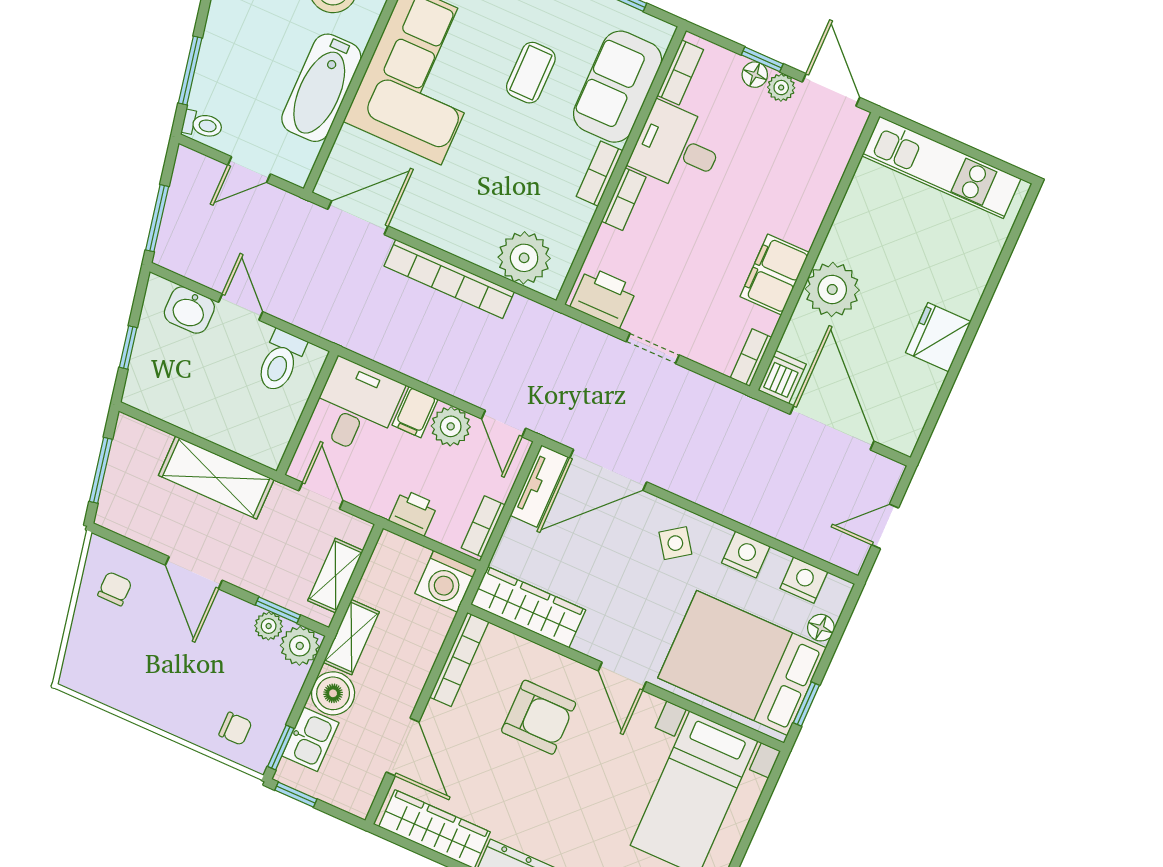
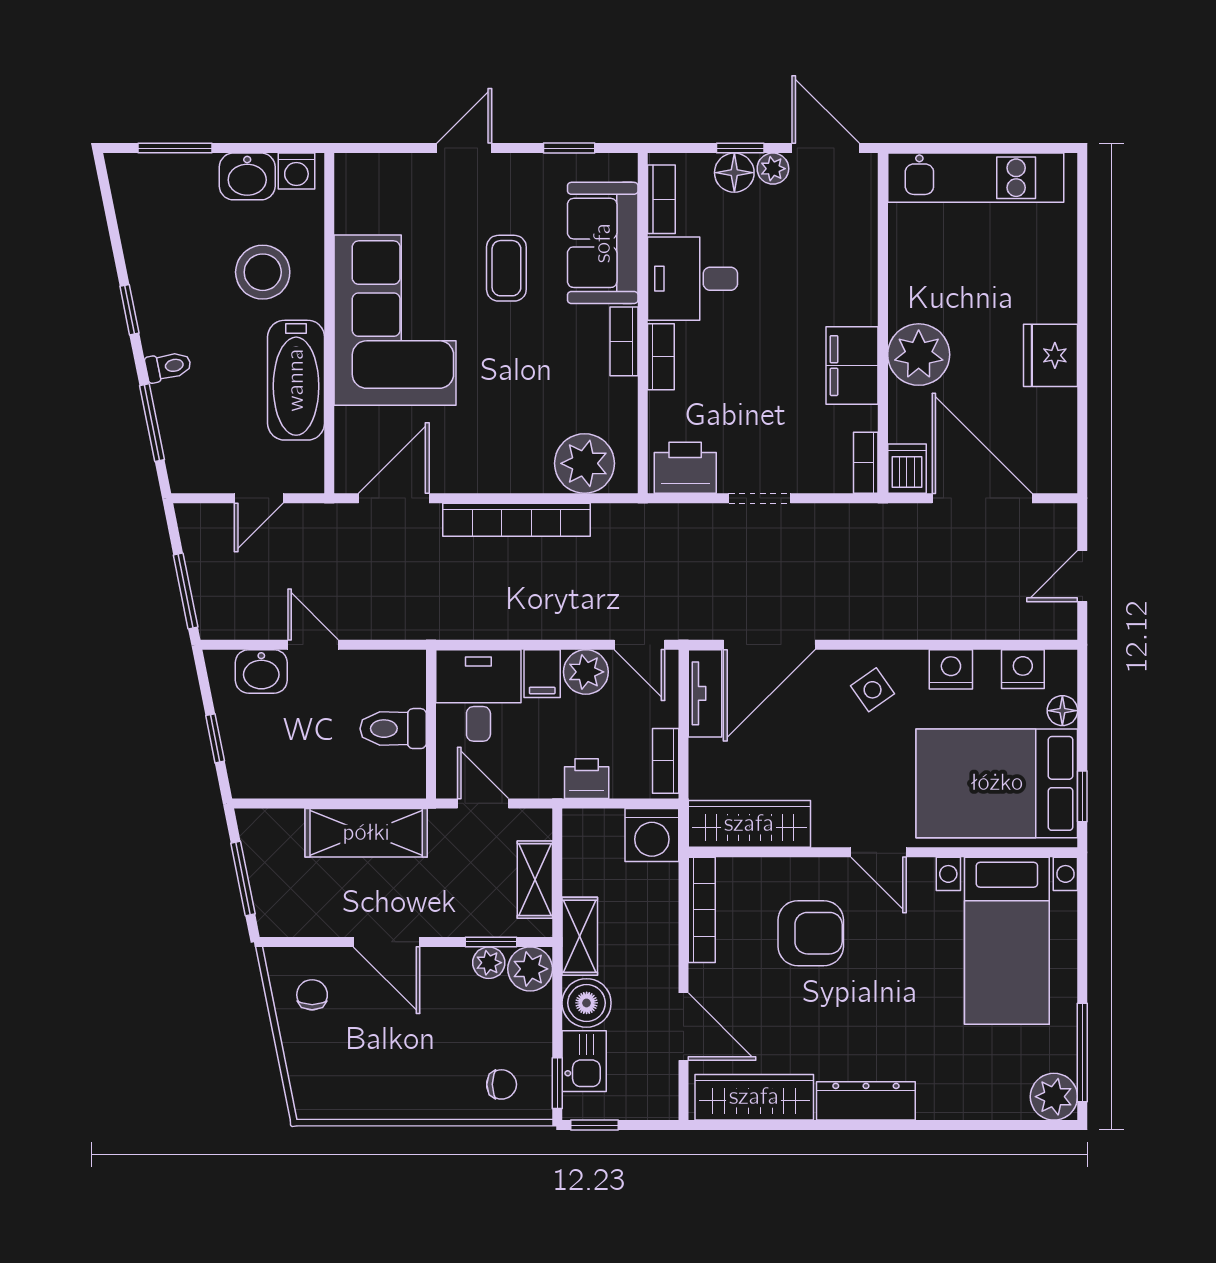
floor lamp: (755, 75) -> (734, 173), width x1.37, depth x1.37
toilet: (202, 125) -> (168, 366), moved
toilet: (280, 361) -> (393, 729), moved, turned 90

